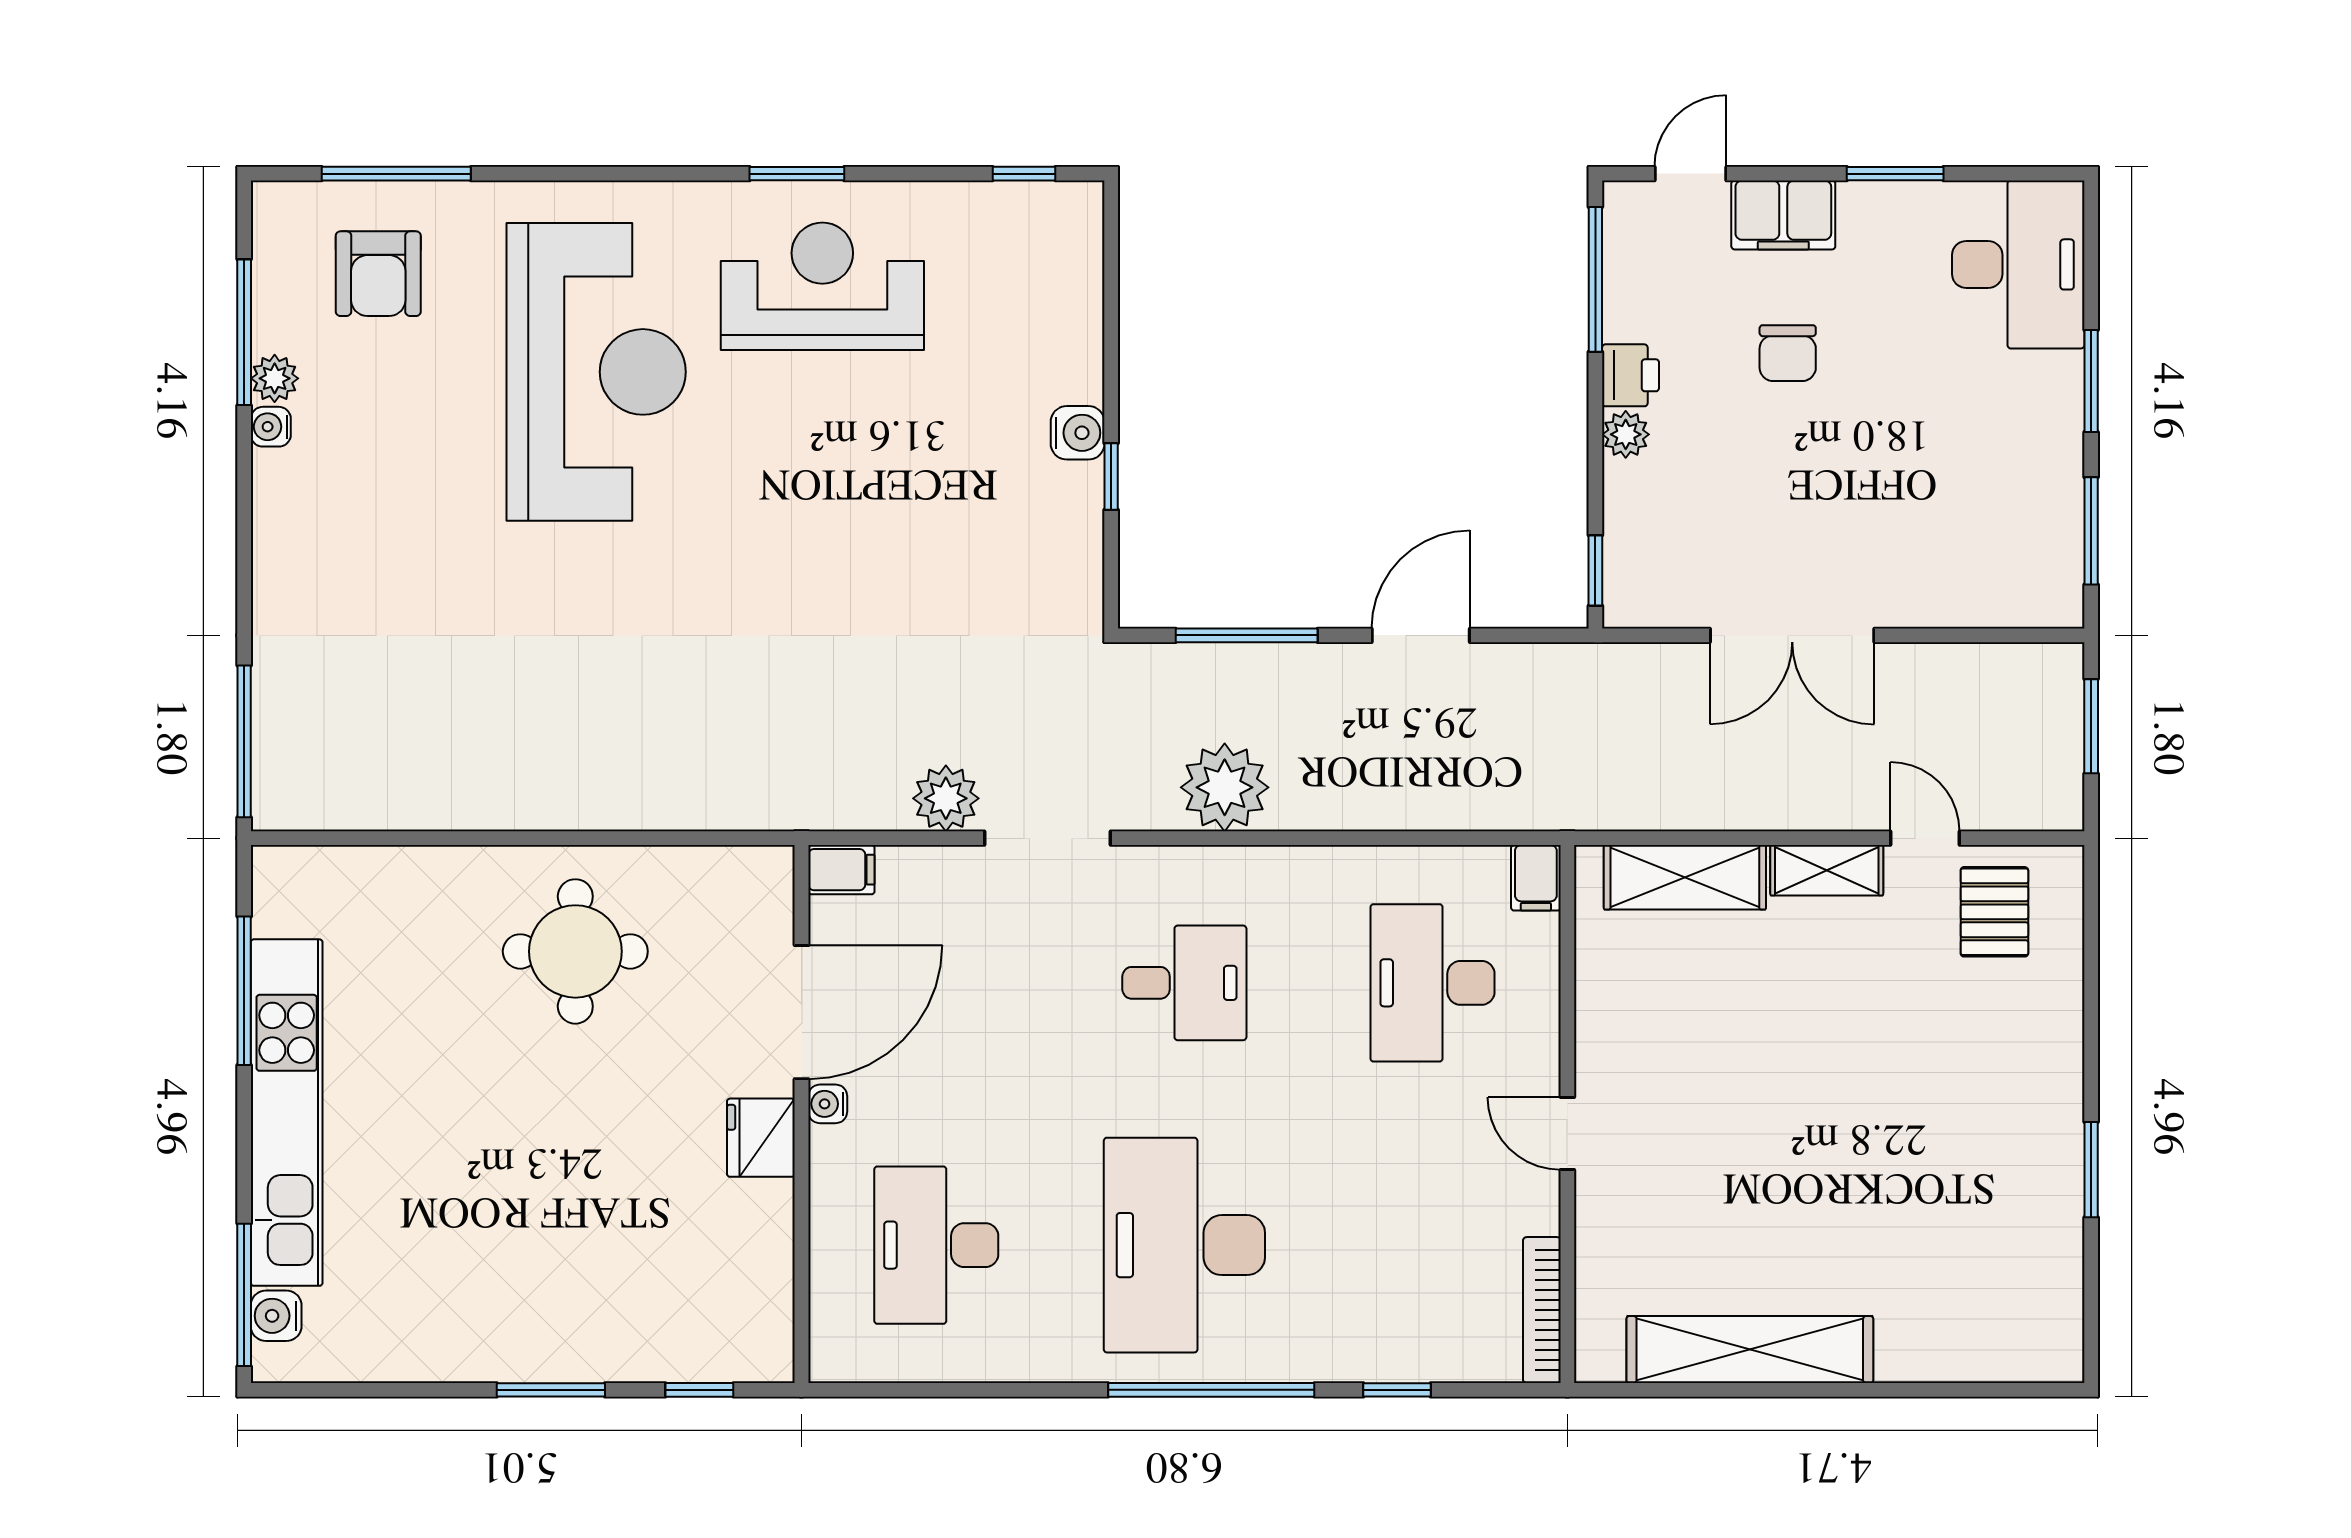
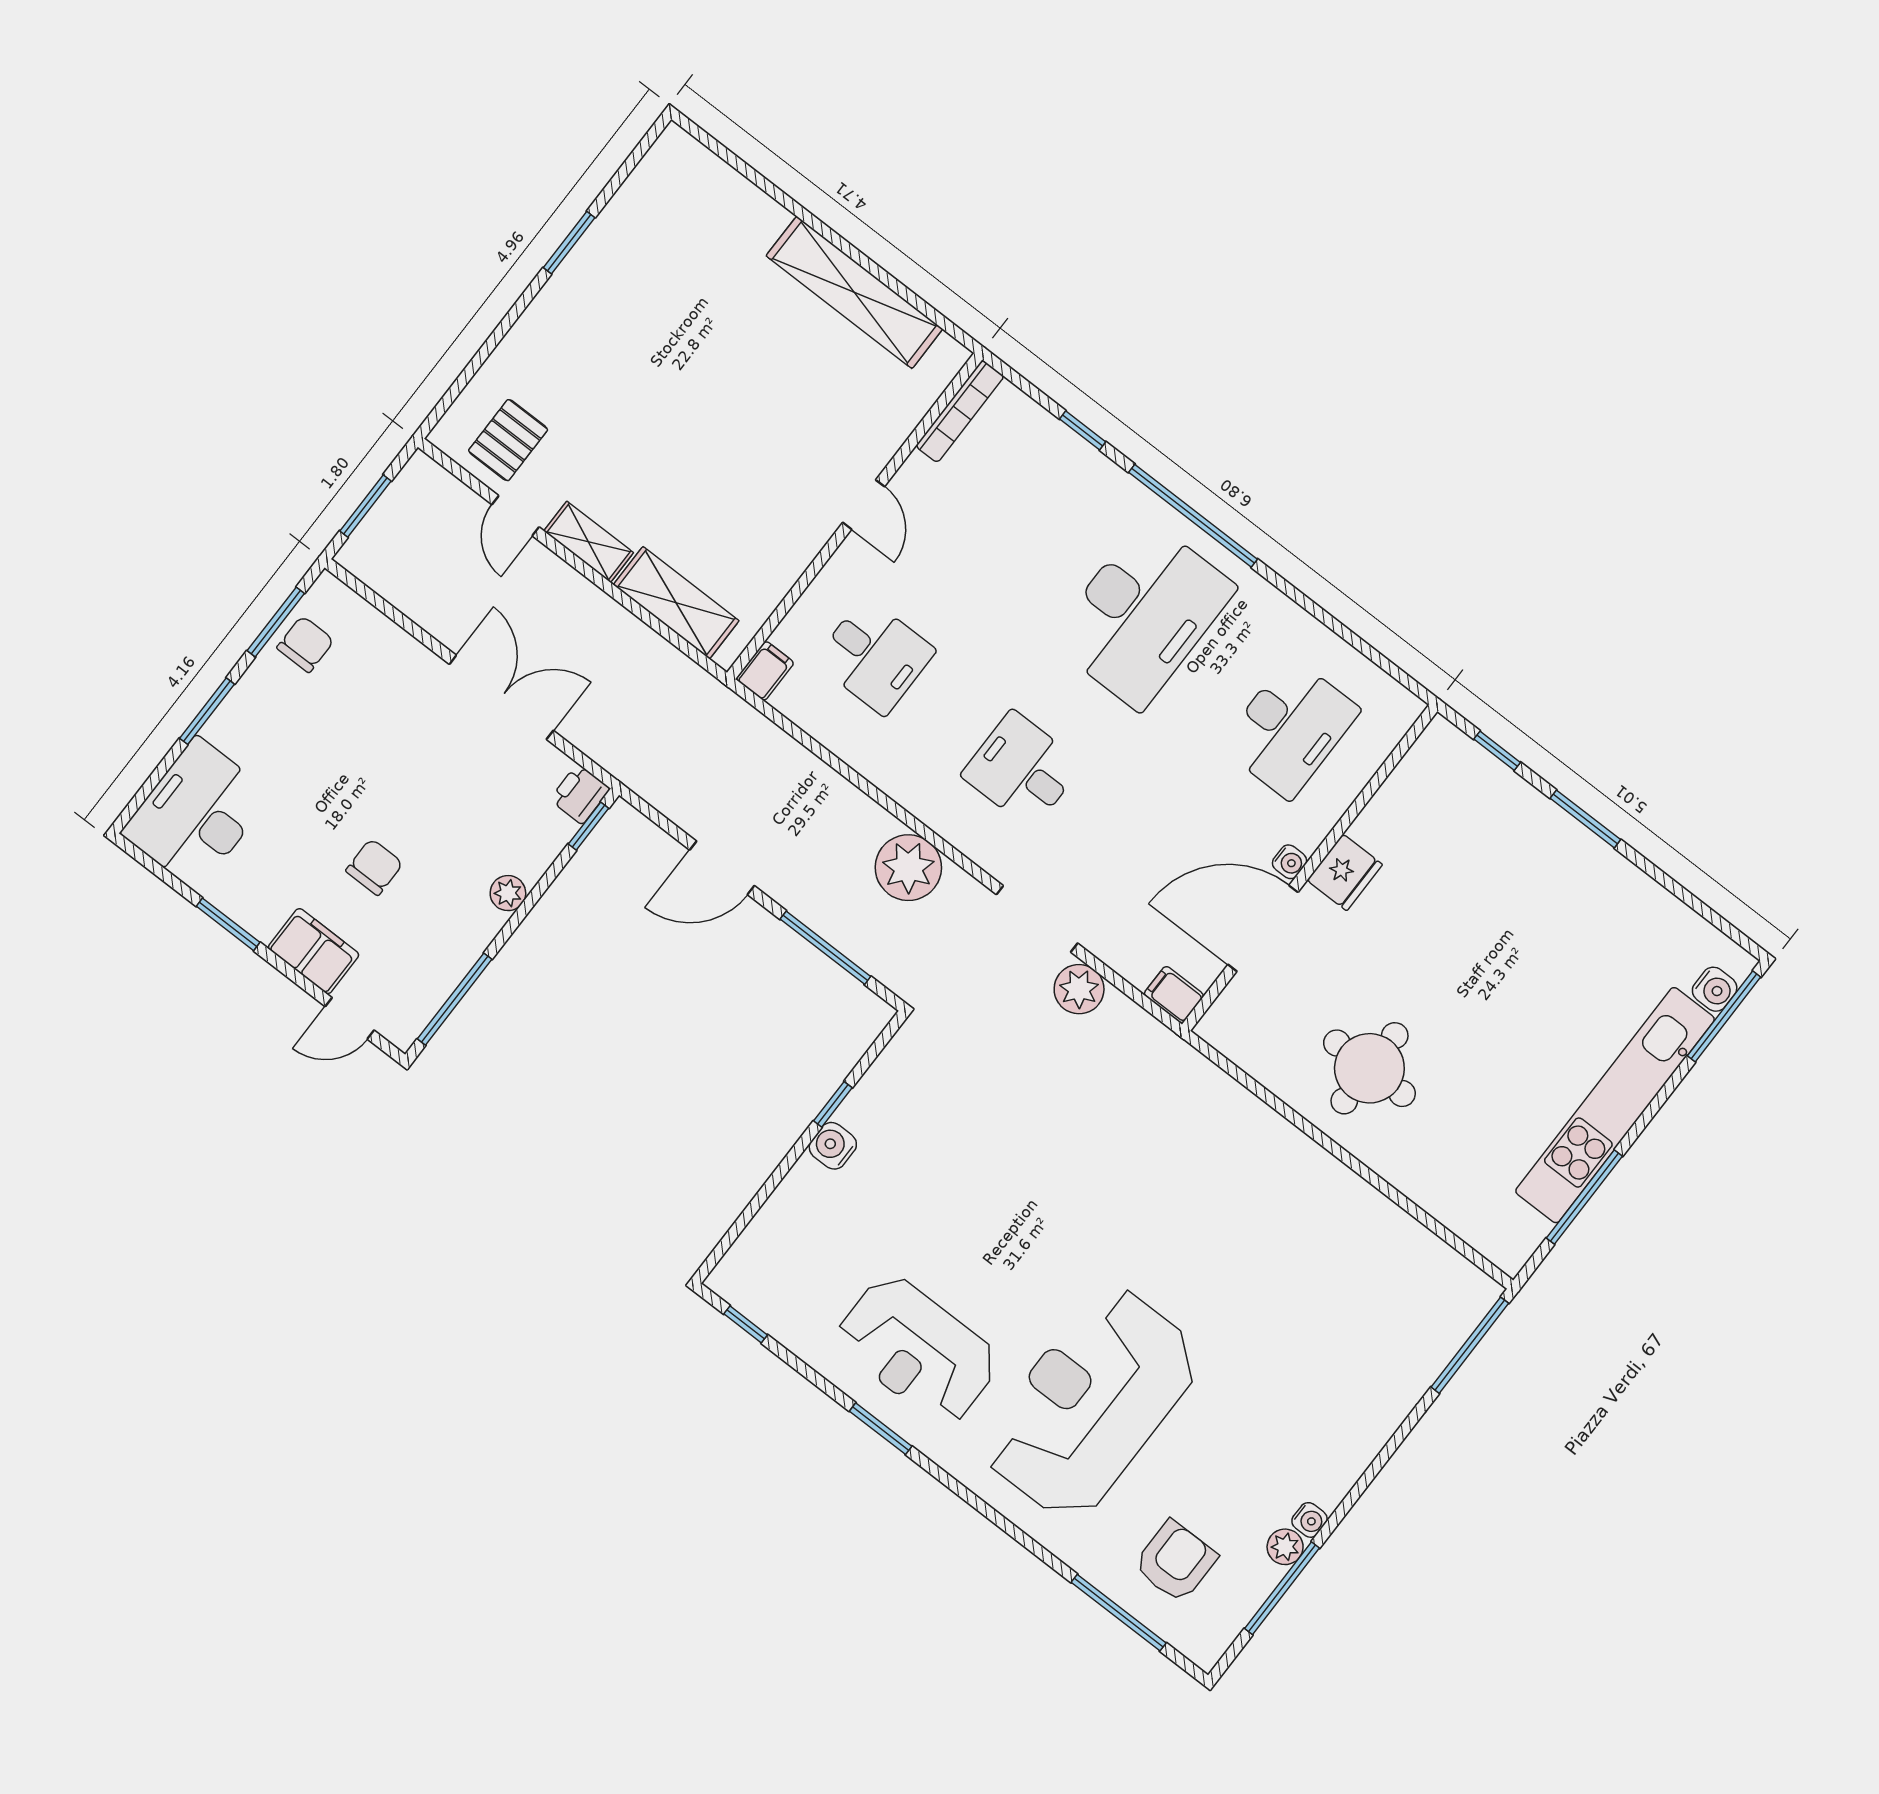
printer: (1631, 375) -> (580, 794), moved
chair: (2042, 532) -> (305, 644), added
desk: (1433, 983) -> (875, 656), width x0.73

